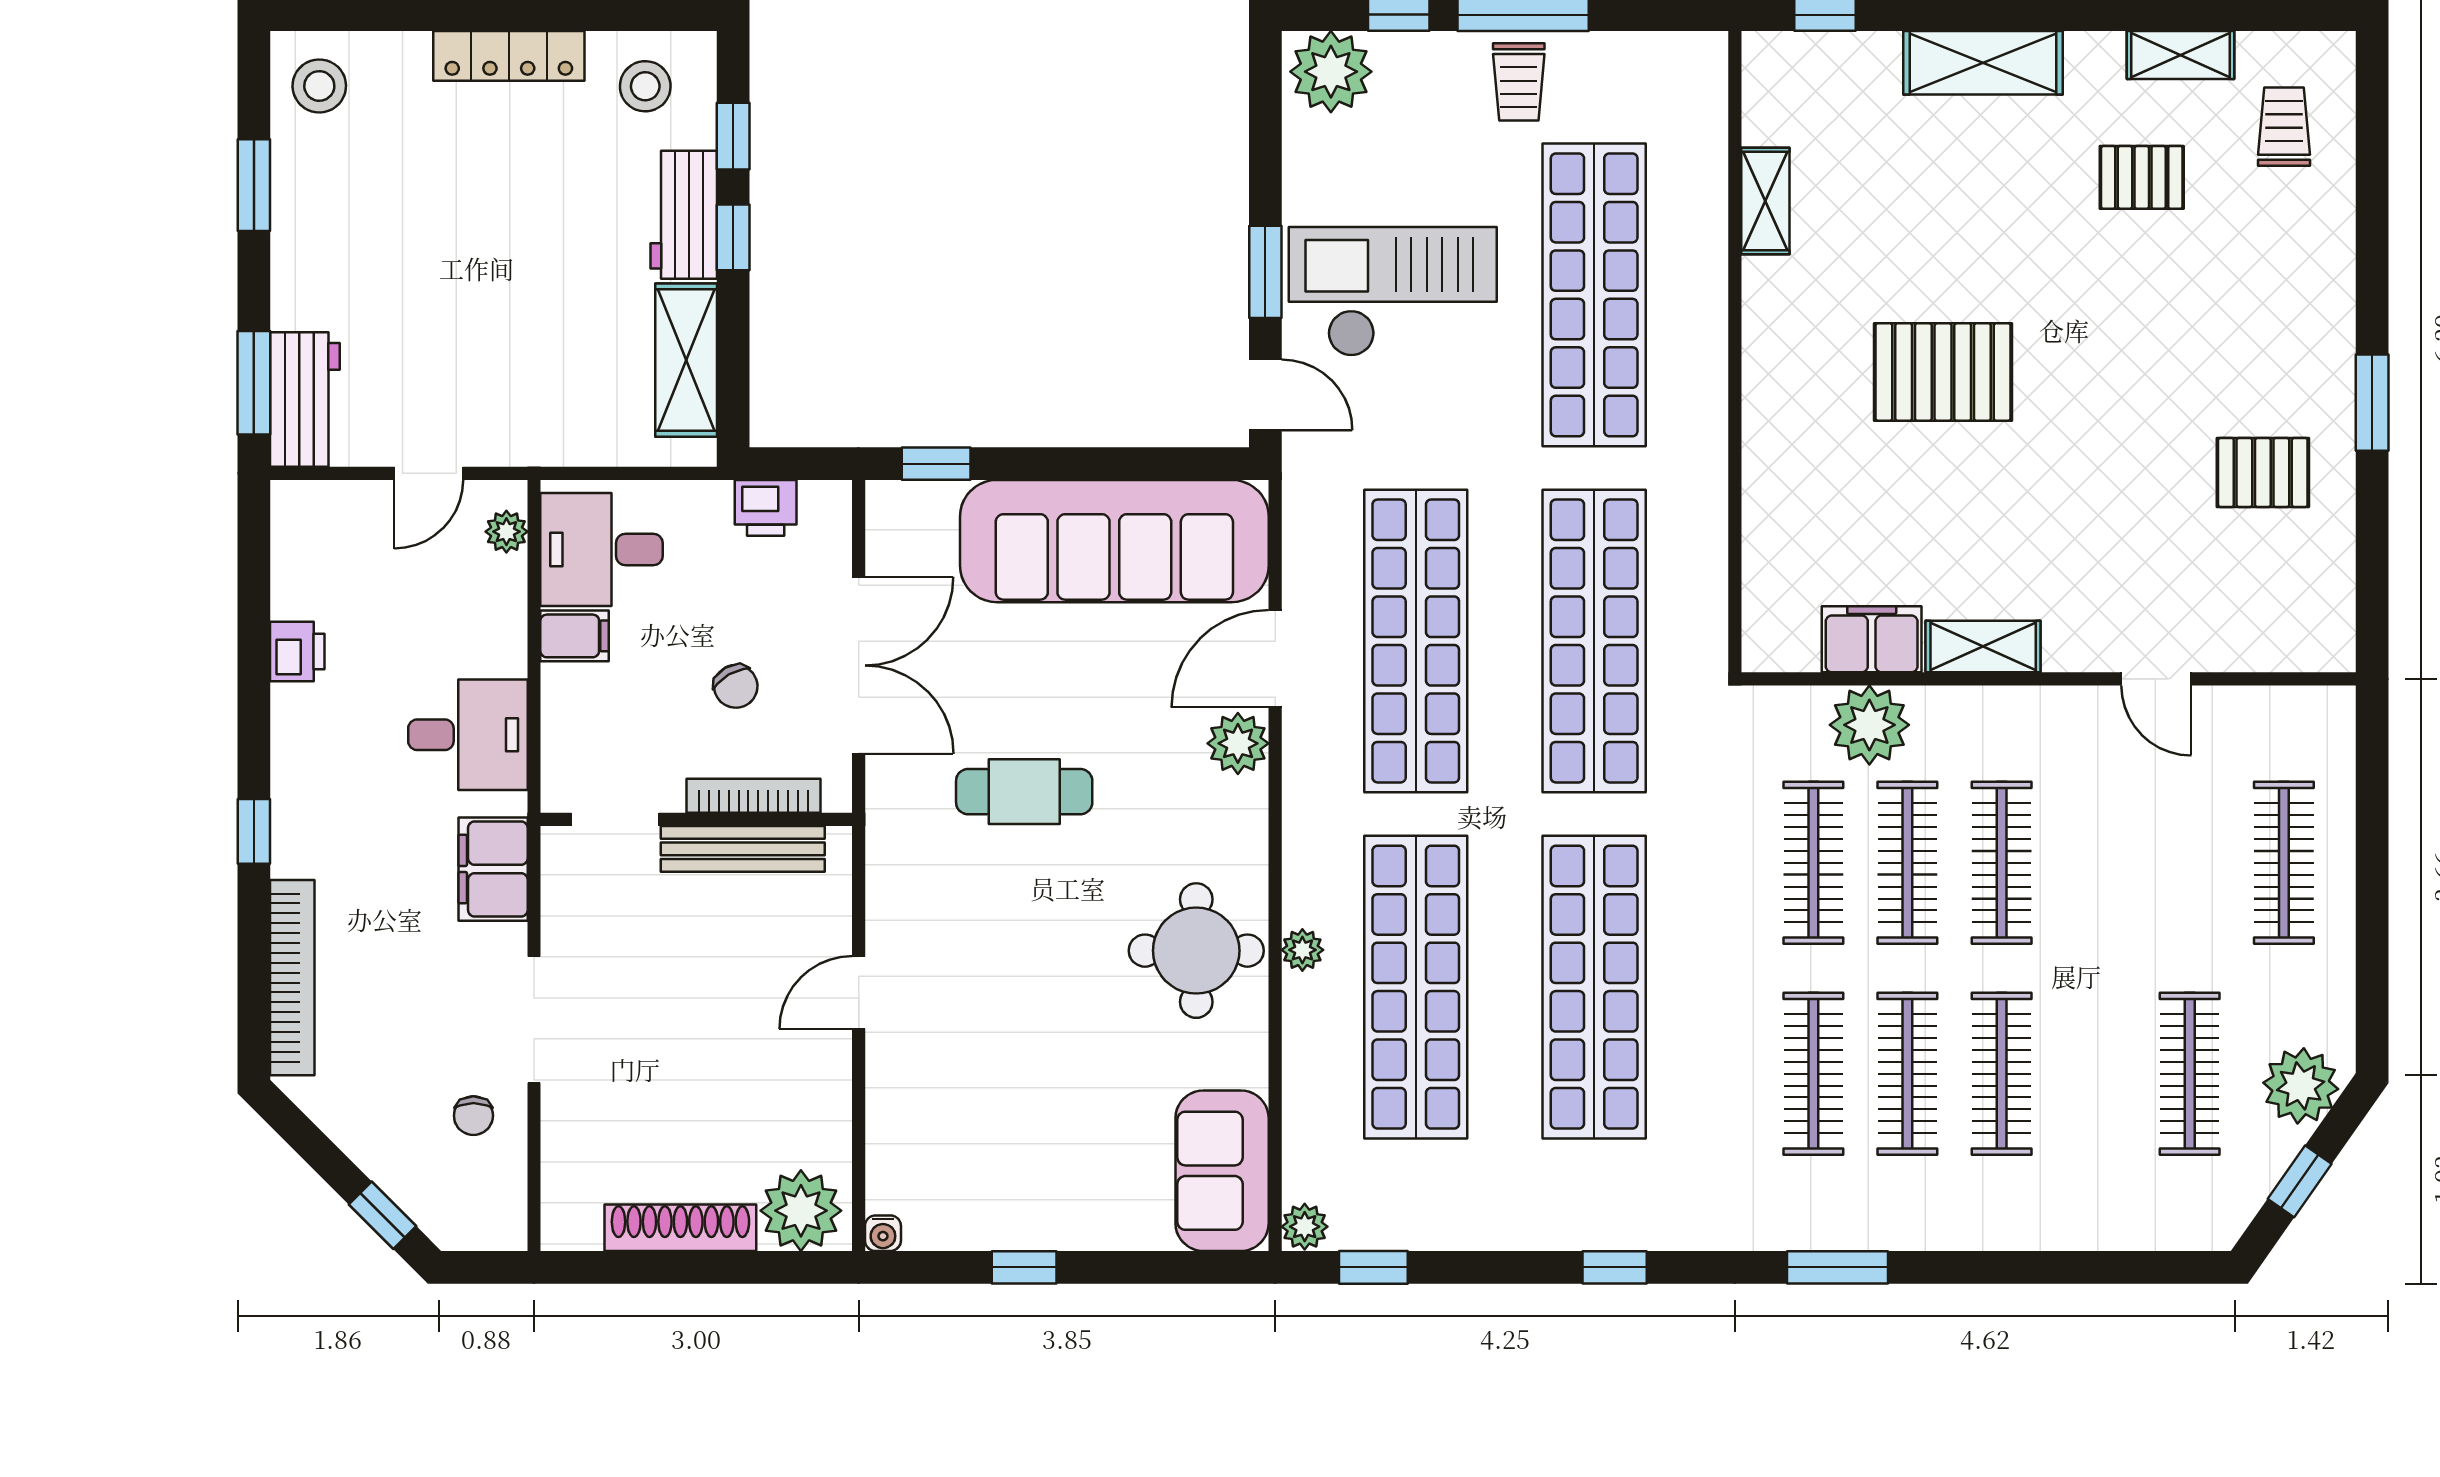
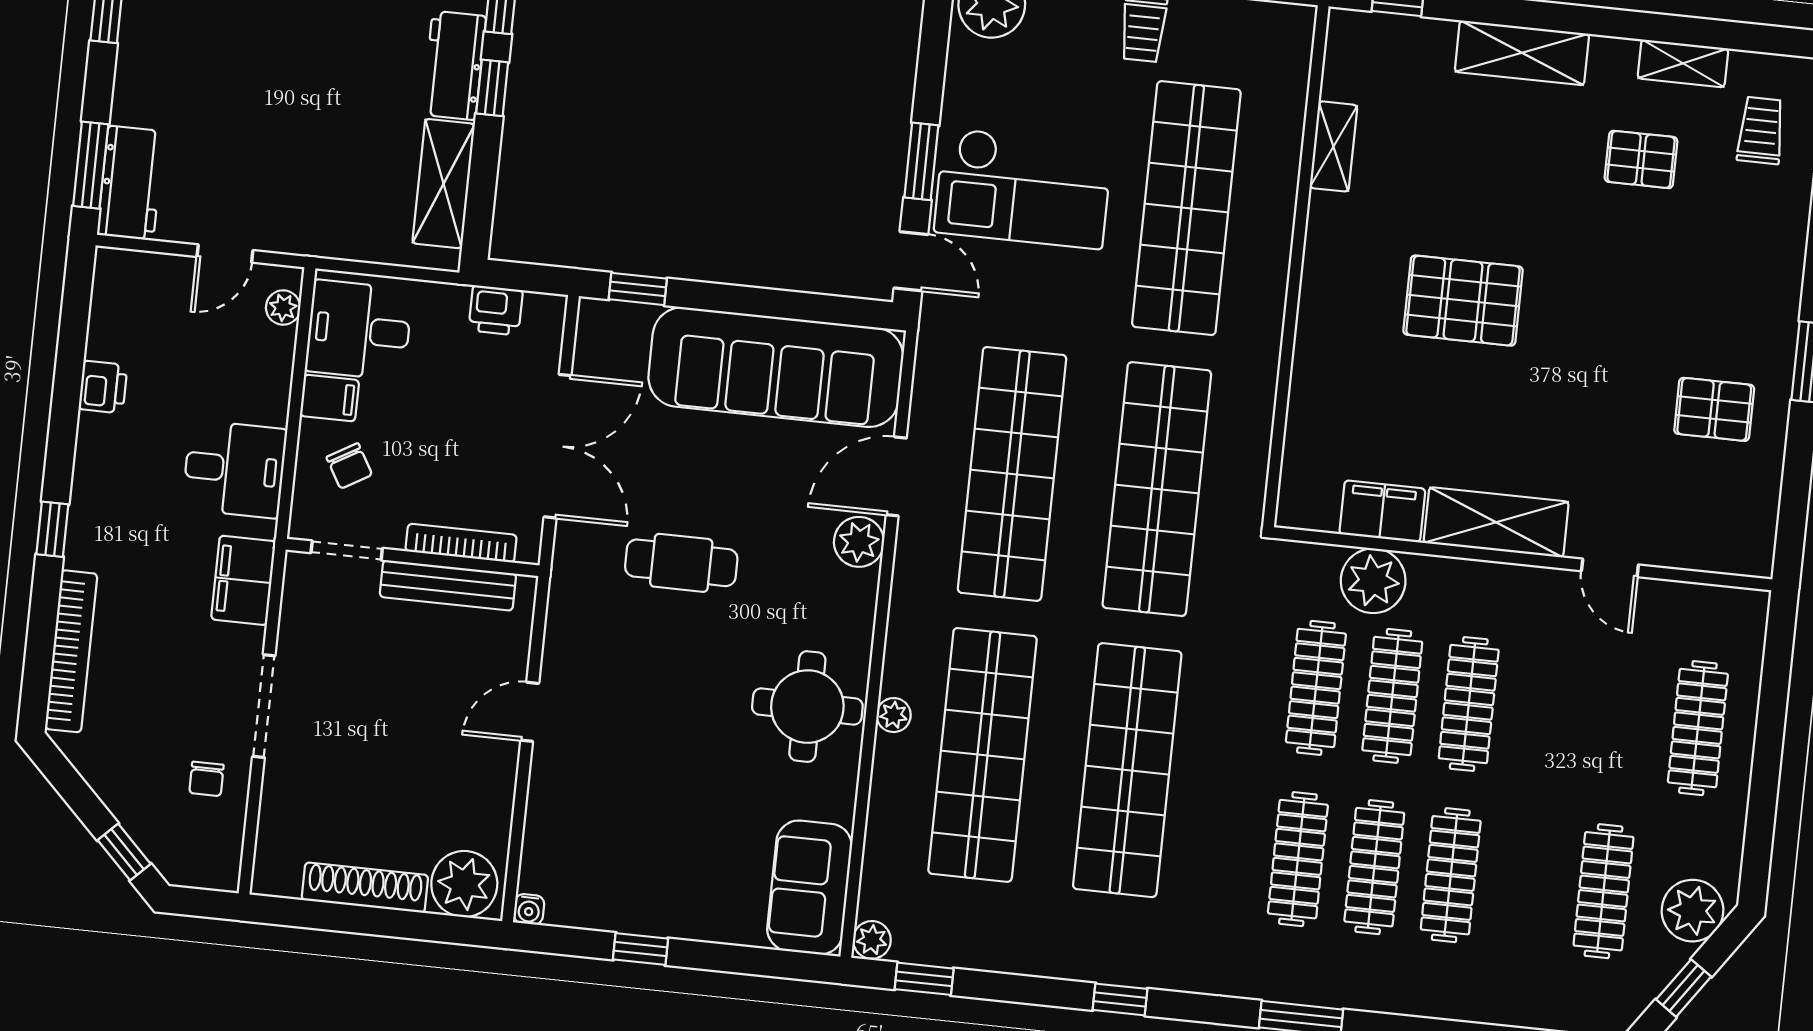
checkout: (1393, 292) -> (1023, 188), turned 180
shelving: (1983, 647) -> (1496, 522), width x1.50, depth x1.33
chair: (736, 686) -> (349, 466), moved

